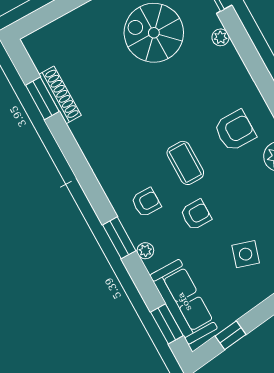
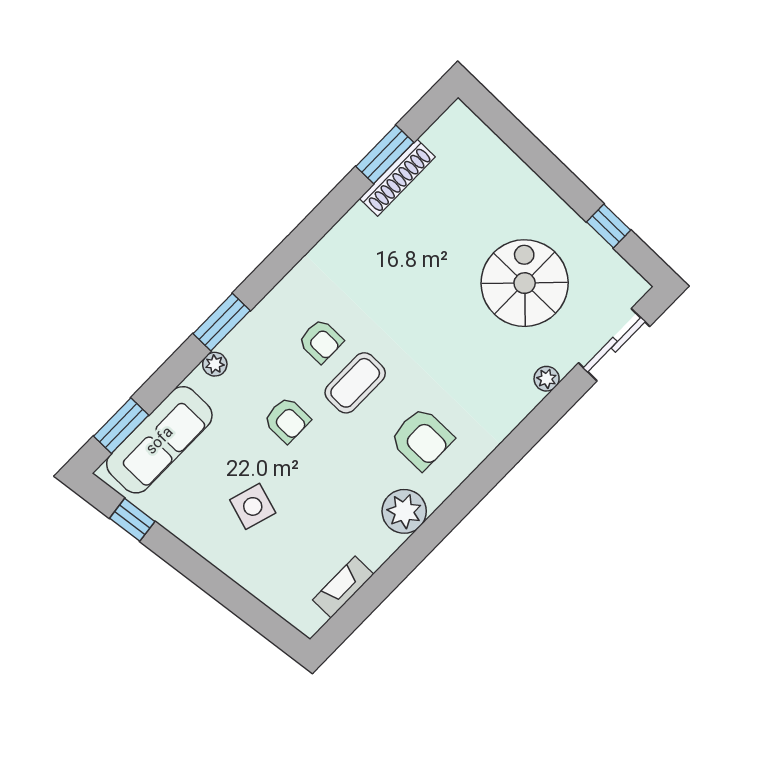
armchair: (146, 202) -> (321, 341), moved

